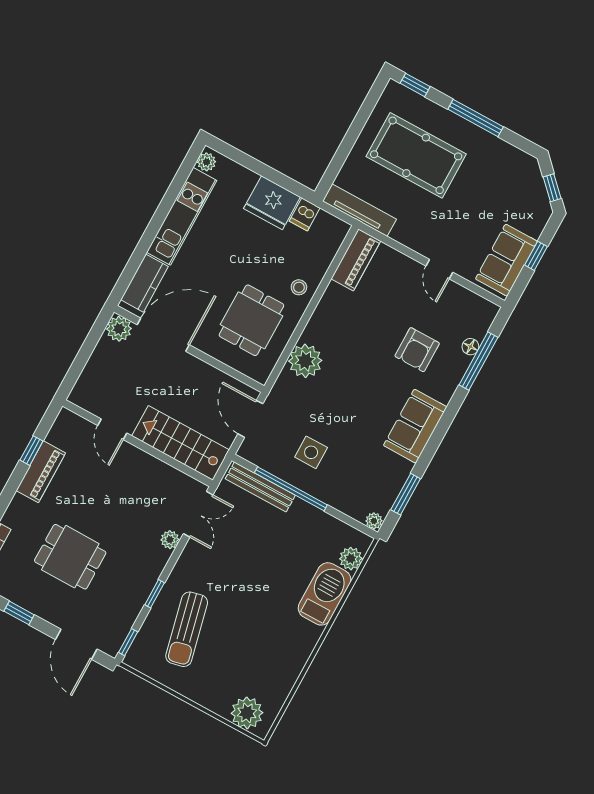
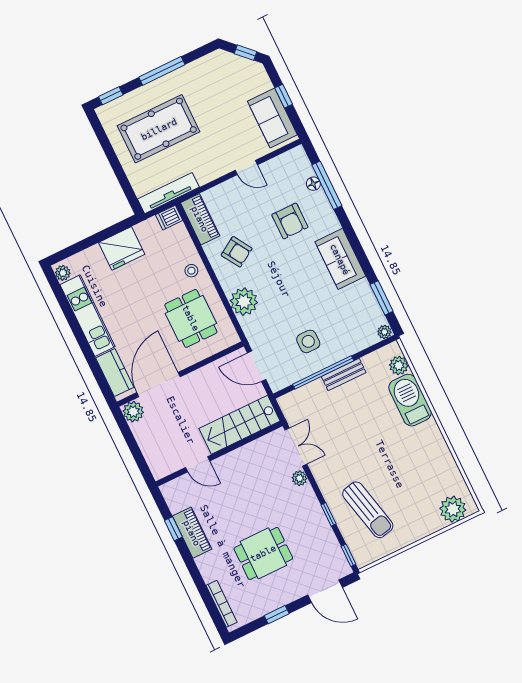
dishwasher: (305, 214) -> (169, 218), moved, turned 90
armchair: (349, 319) -> (237, 252), added
bench: (260, 487) -> (344, 375), moved, width x0.73

